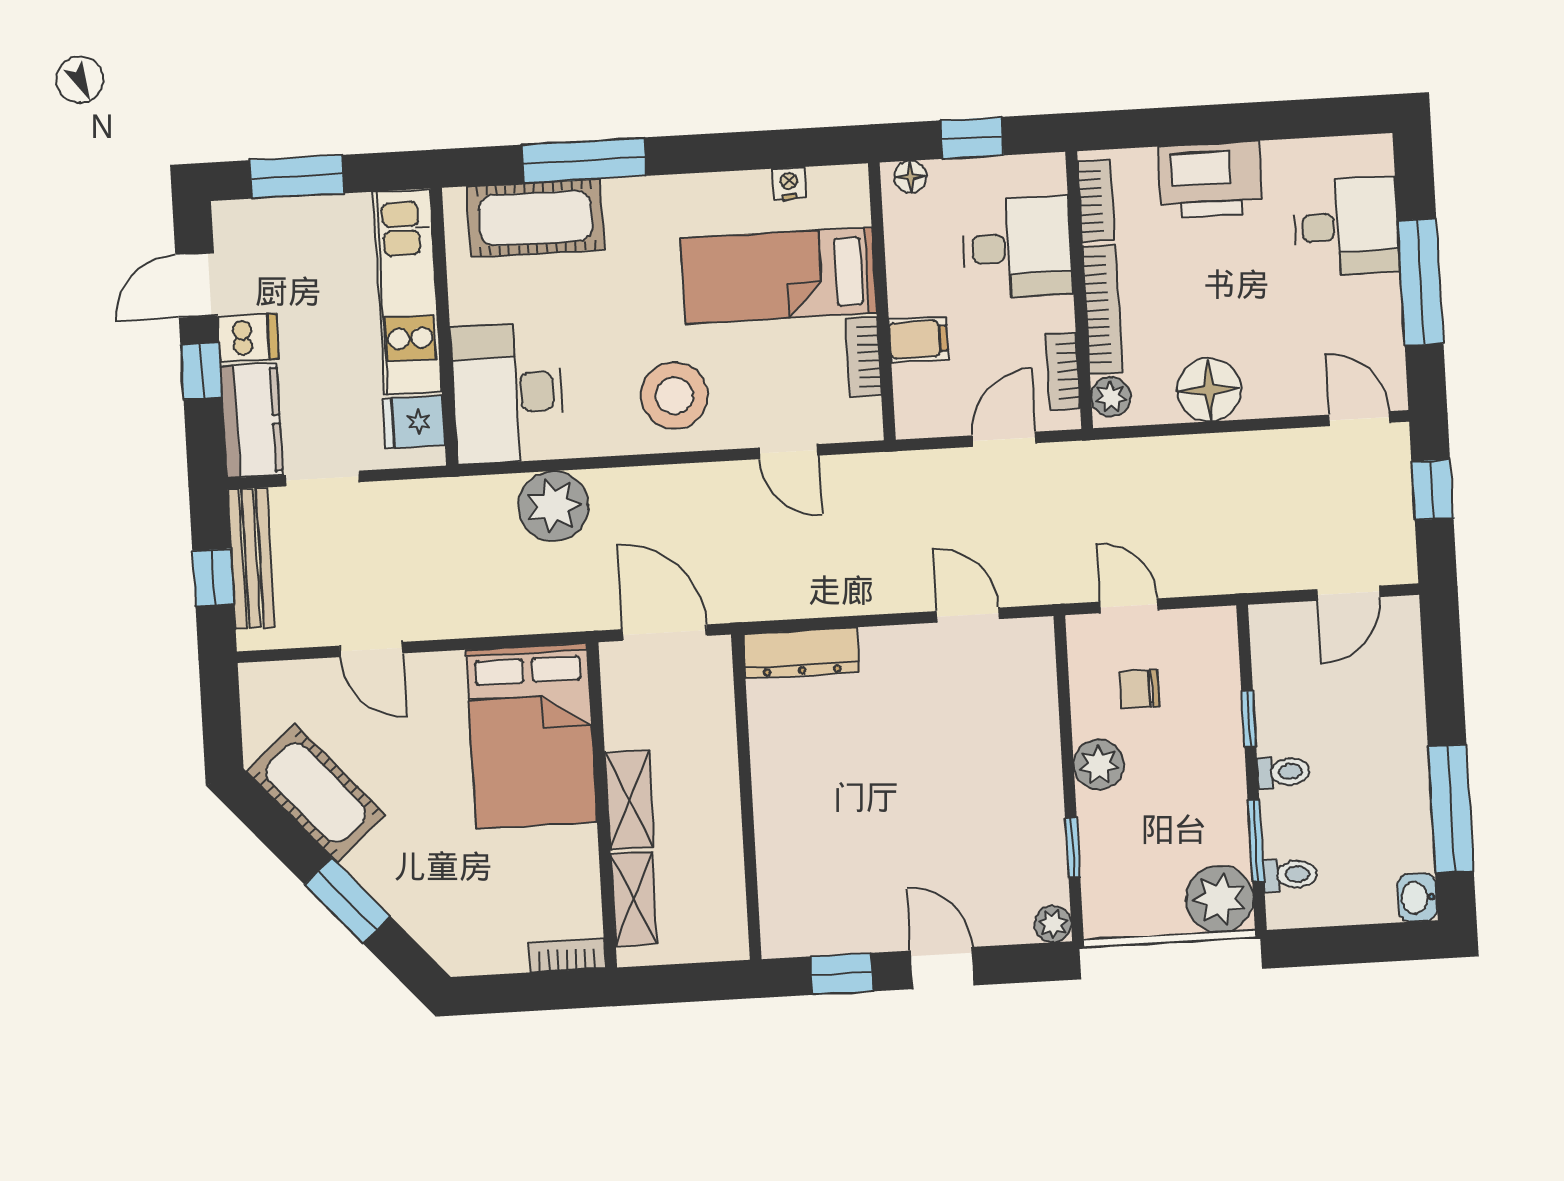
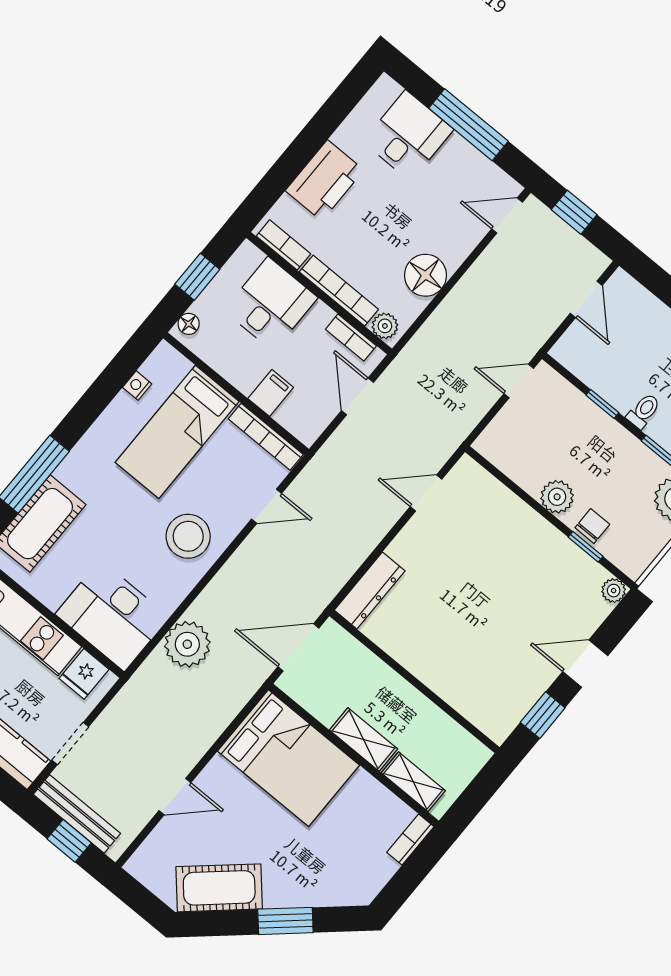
bookcase: (864, 357) -> (266, 437), width x1.56
door: (1129, 606) -> (519, 381), moved
chair: (1139, 689) -> (592, 526), moved, turned 180

